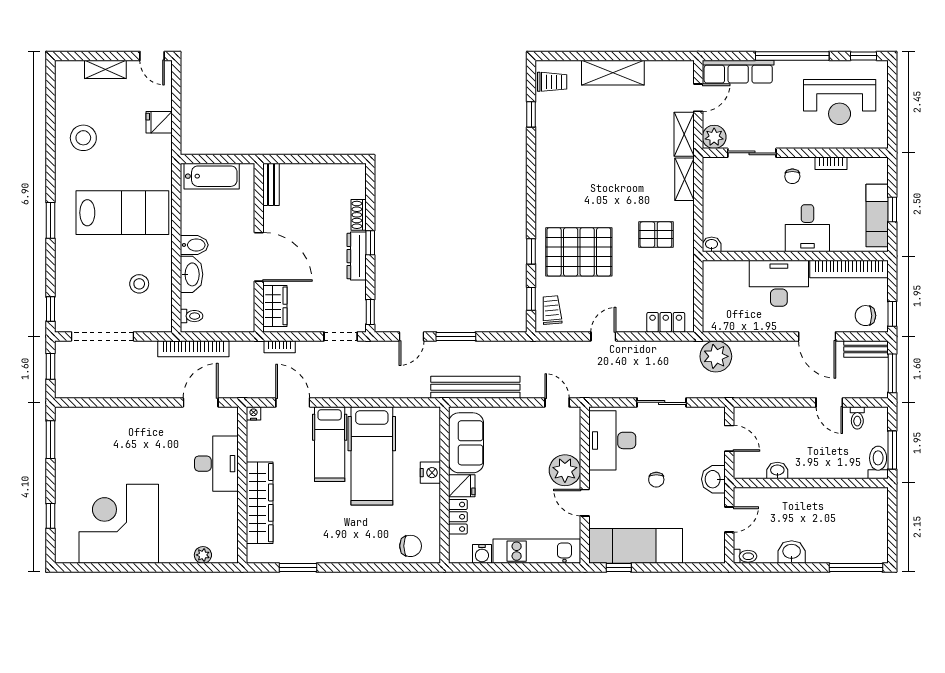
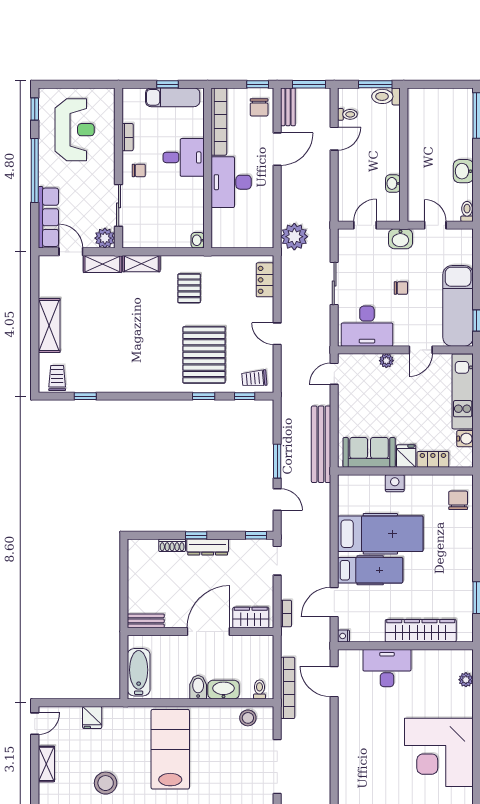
stool: (139, 284) -> (248, 718), moved
plant: (565, 470) -> (386, 361), width x0.53, depth x0.53

